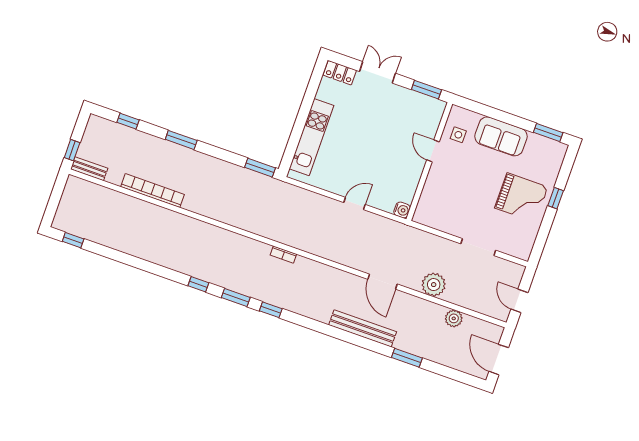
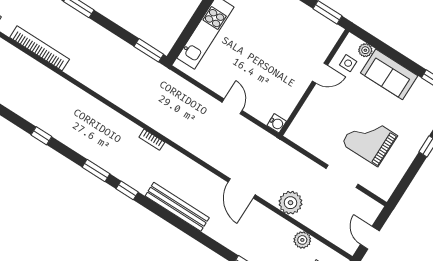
plant: (472, 118) -> (365, 50), added
door: (433, 151) -> (320, 73), swing flipped
grand piano: (521, 197) -> (369, 140), moved, turned 180
door: (355, 203) -> (232, 106), hinge flipped
window: (198, 284) -> (41, 136), moved
bench: (363, 328) -> (177, 207), moved

